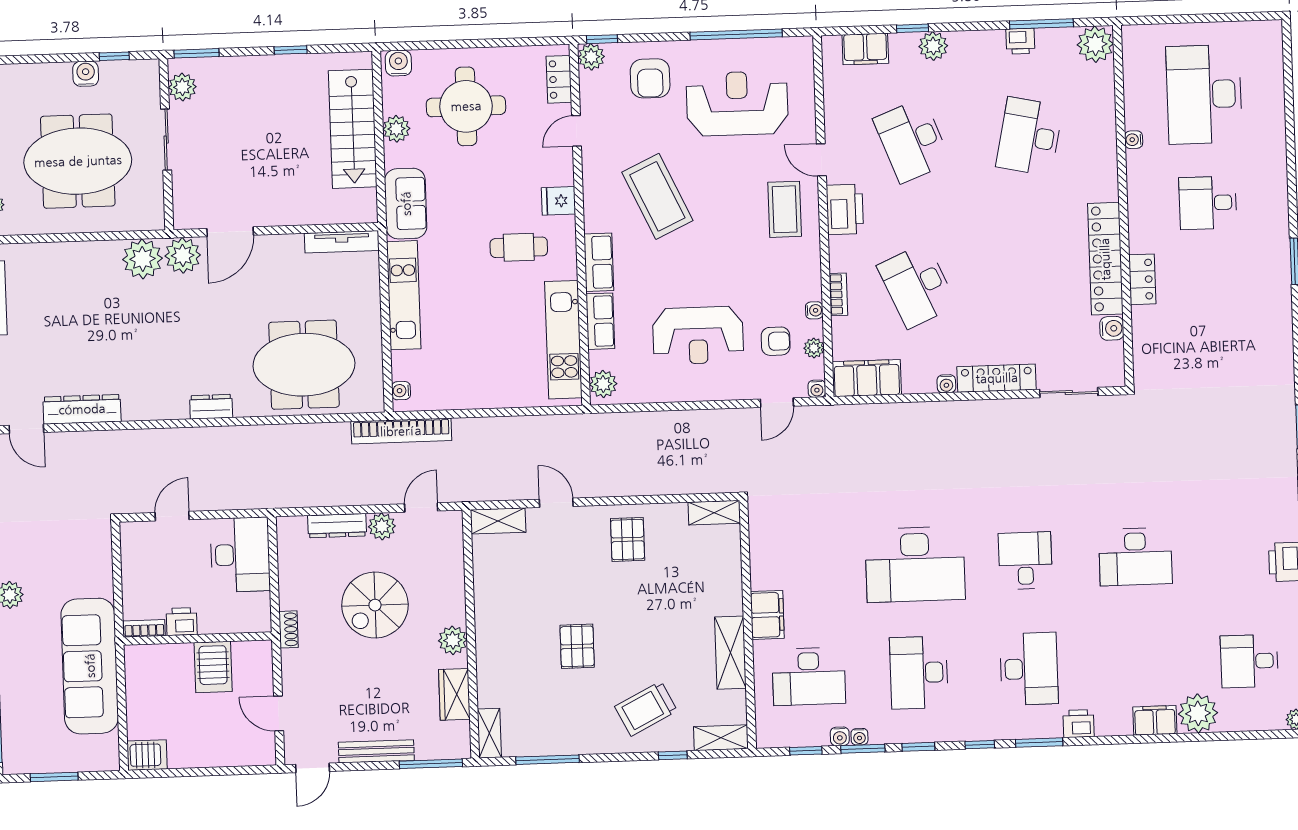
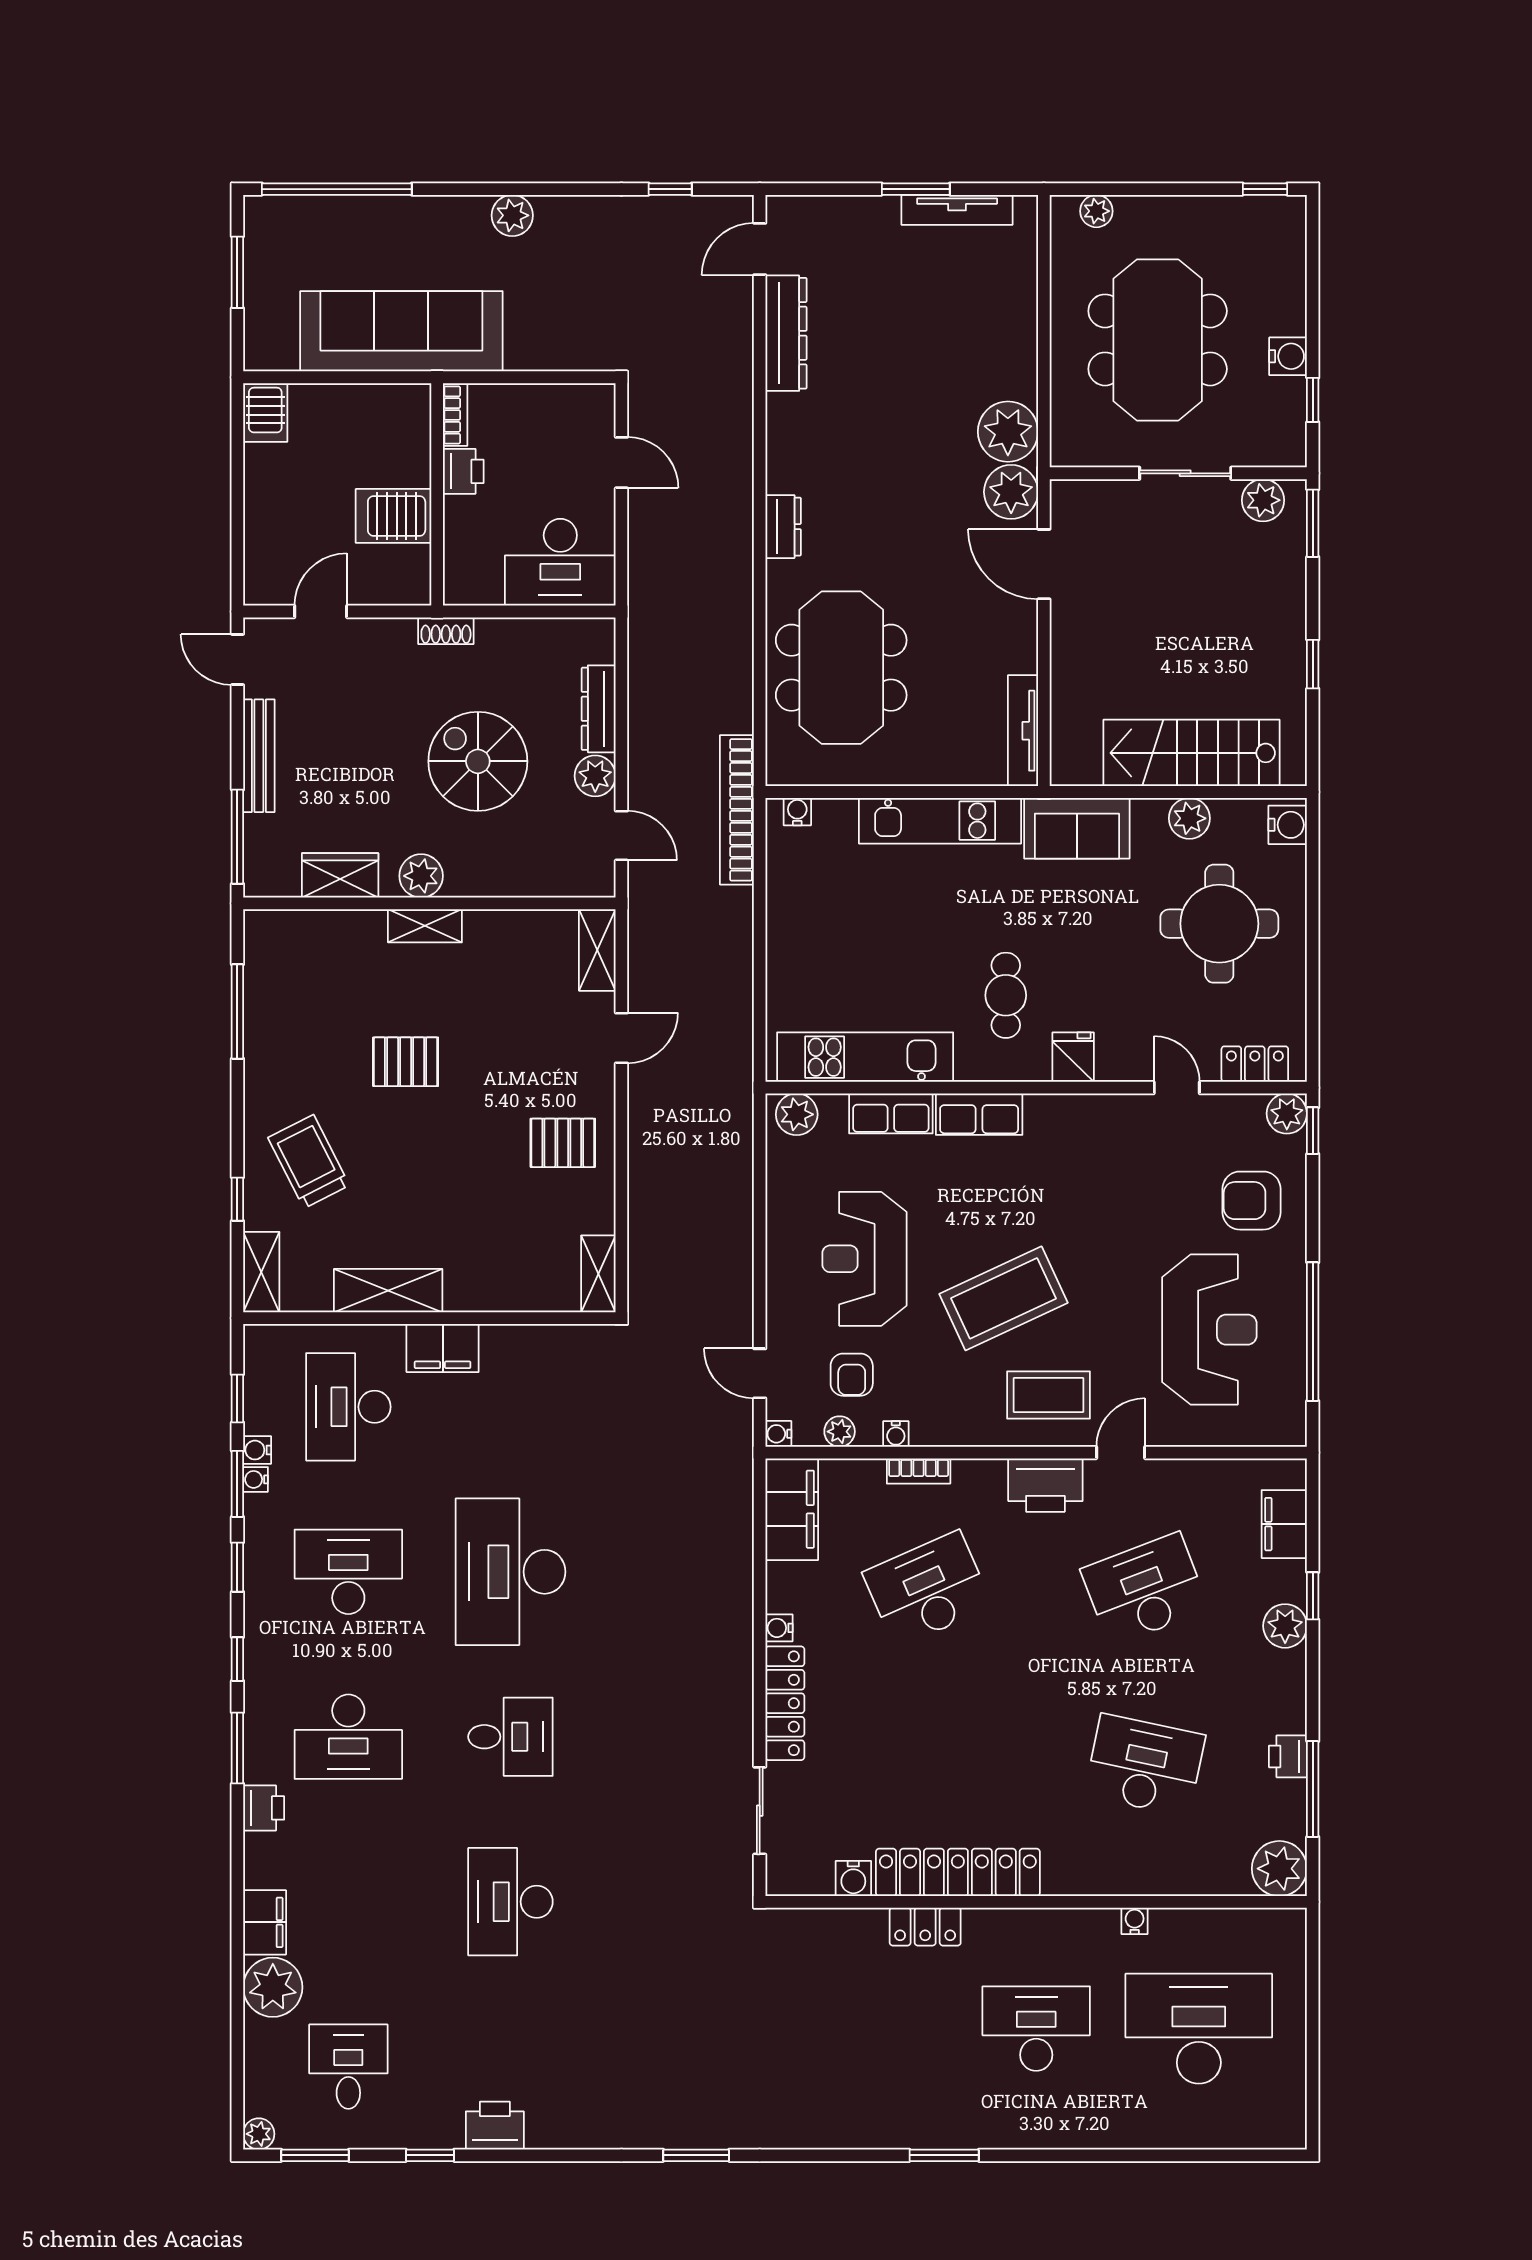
coffee table: (657, 196) -> (1003, 1298), moved
desk: (1208, 203) -> (1036, 2029), width x1.37
shelving: (489, 733) -> (425, 926), moved

